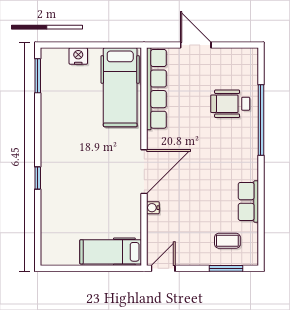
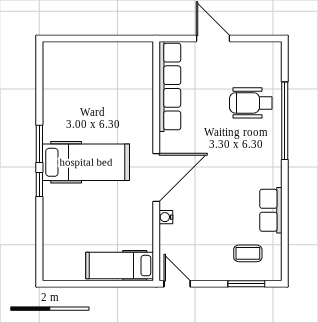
nightstand: (78, 56) -> (84, 50), removed
window: (38, 76) -> (39, 144), moved
hospital bed: (120, 87) -> (86, 162), moved, turned -90
door: (163, 268) -> (177, 284), hinge flipped

